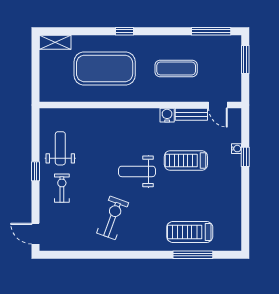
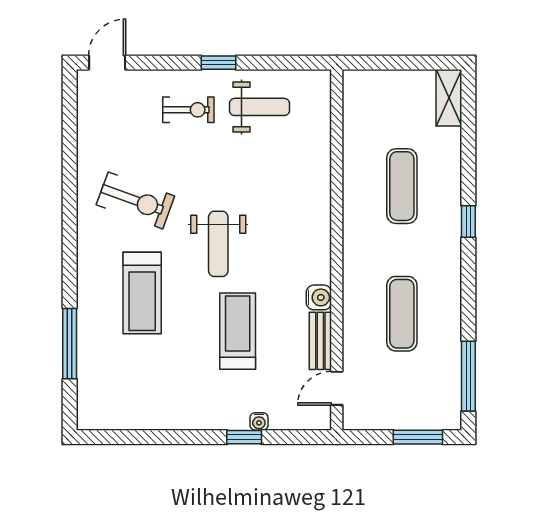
exercise mat: (105, 68) -> (402, 186), width x0.50, depth x0.69
weight bench: (137, 171) -> (218, 244), turned 180
treadmill: (190, 232) -> (142, 293), moved, turned 180

